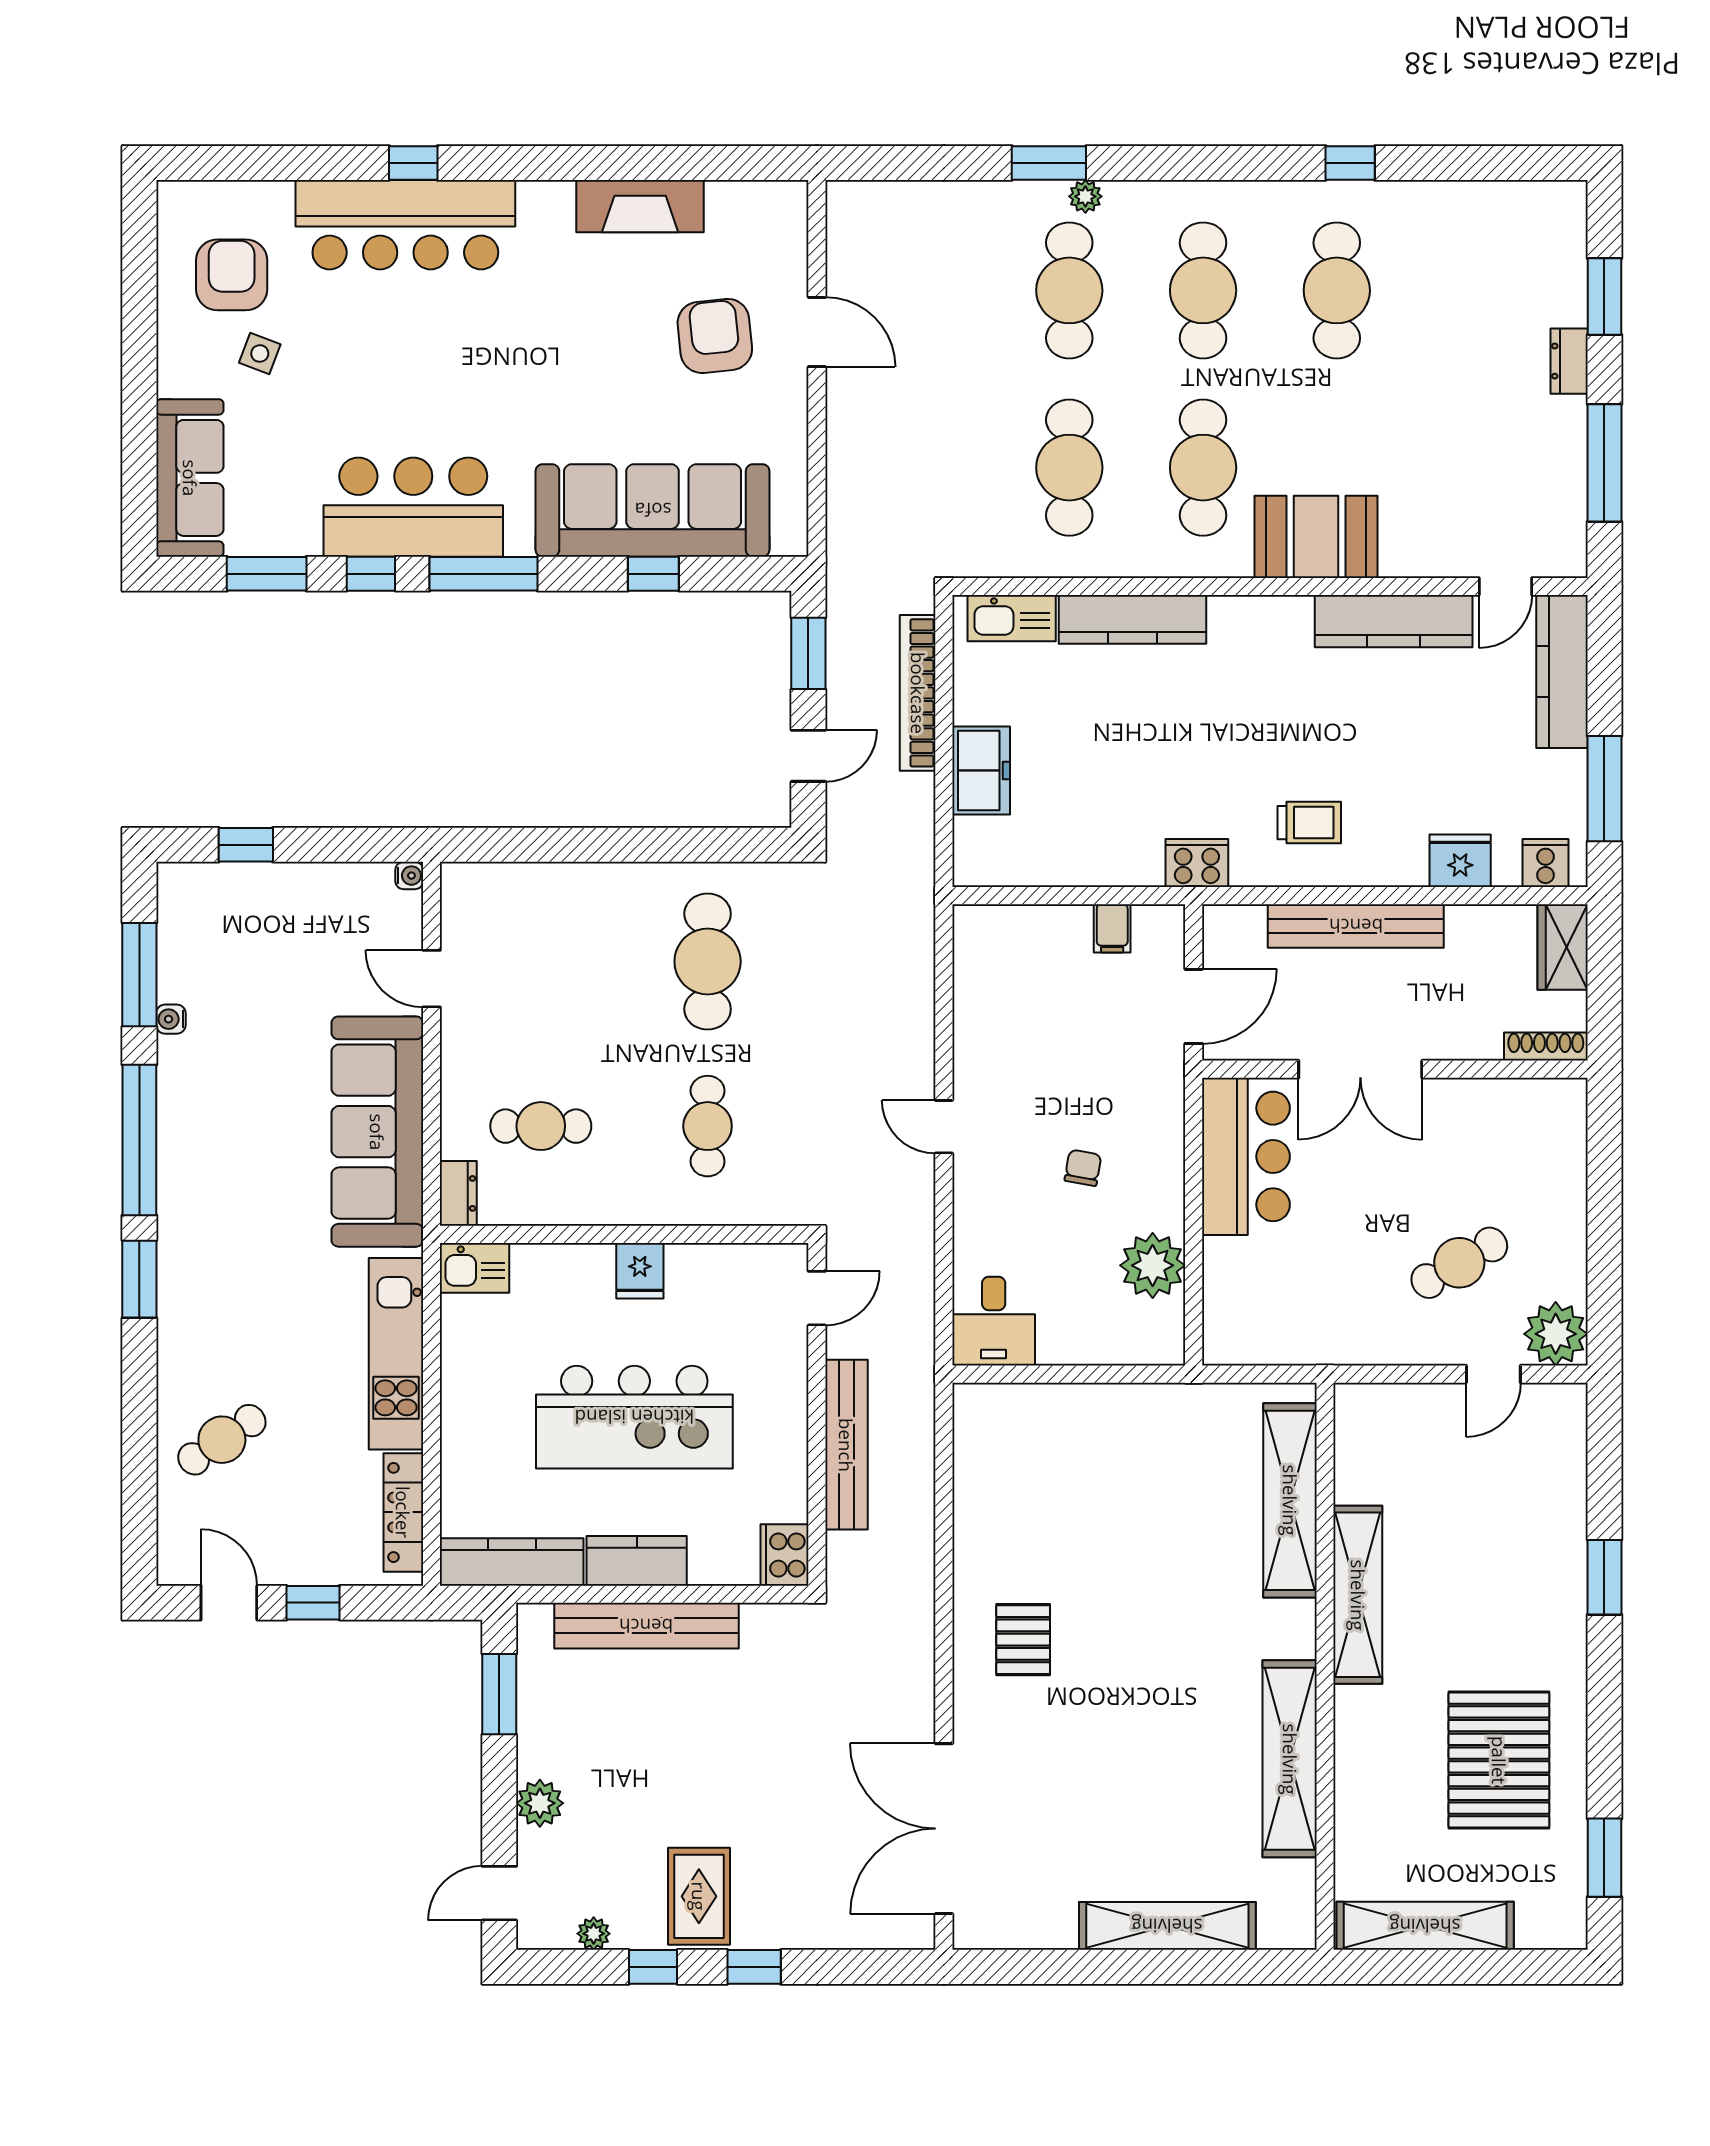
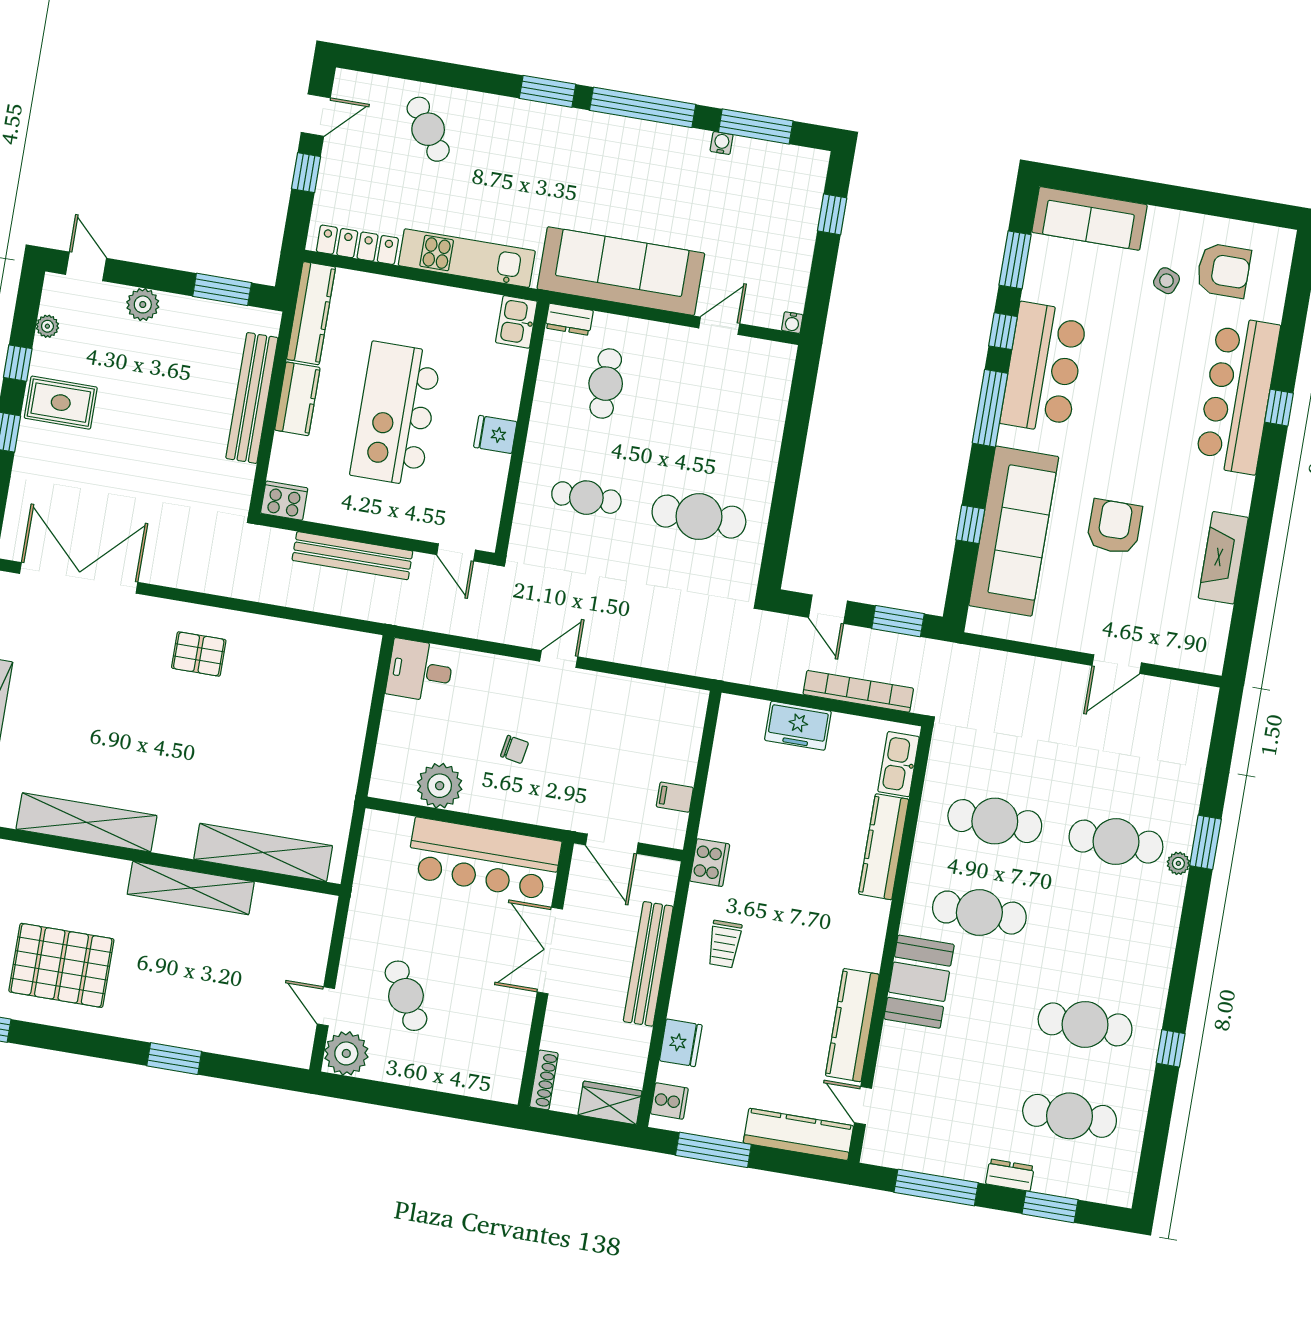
cafe table: (1203, 290) -> (1070, 1116), moved
armchair: (715, 336) -> (1114, 527), moved, turned -84
bar counter: (1246, 1156) -> (484, 859), width x1.36

